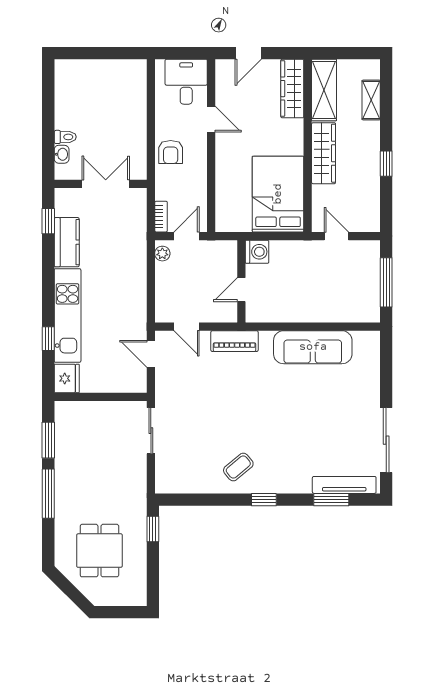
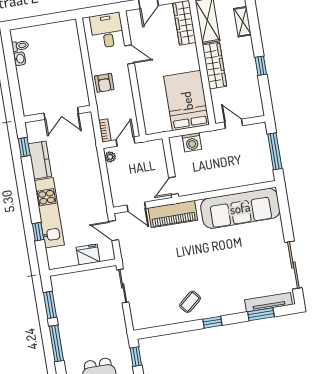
toilet: (65, 137) -> (20, 46), moved
washbasin: (62, 154) -> (20, 59), moved
double door: (106, 184) -> (61, 113), swing flipped
washing machine: (257, 252) -> (192, 142), moved, turned 90
door: (241, 290) -> (173, 186), moved
piano: (234, 341) -> (173, 214), width x1.37, depth x1.33
sofa: (313, 347) -> (240, 208), width x1.36, depth x1.27
fridge: (67, 378) -> (88, 254), moved, turned -90

